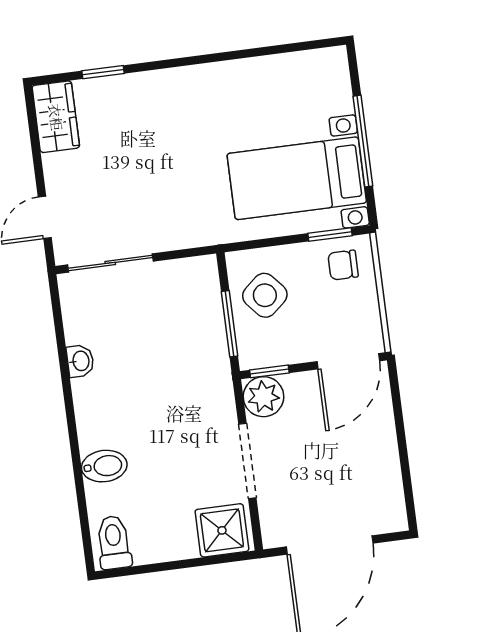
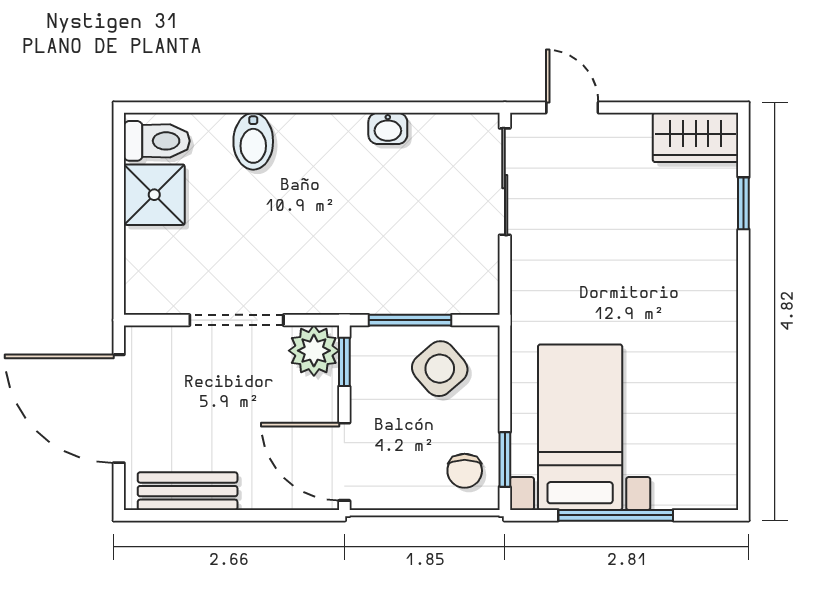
chair: (343, 265) -> (465, 471), turned 180
bench: (388, 482) -> (188, 491), added
shower: (222, 530) -> (154, 195), moved

